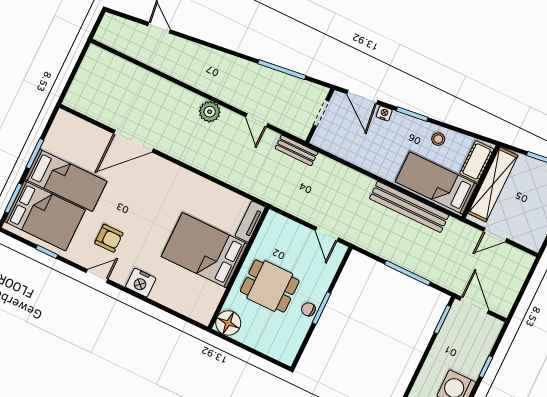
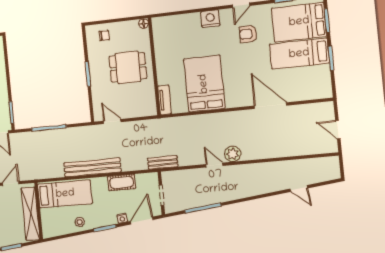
door: (76, 68) -> (338, 130), added
door: (362, 97) -> (142, 220), hinge flipped
door: (257, 120) -> (214, 165), moved
door: (134, 141) -> (270, 106), hinge flipped
cot: (477, 161) -> (122, 182), moved, turned 90
bench: (409, 207) -> (92, 167), moved
bed: (204, 250) -> (204, 84), moved, turned -90
chair: (308, 309) -> (104, 35), moved
floor lamp: (228, 323) -> (144, 24), width x0.53, depth x0.53

